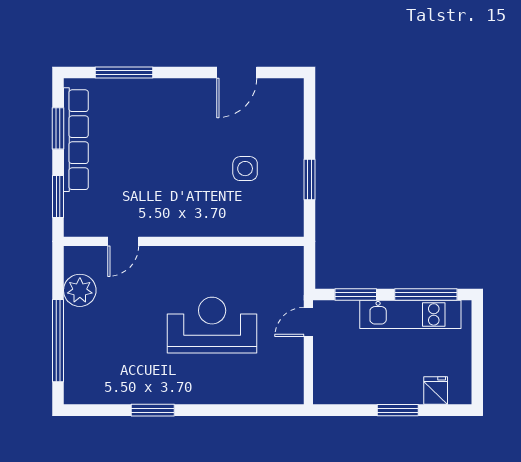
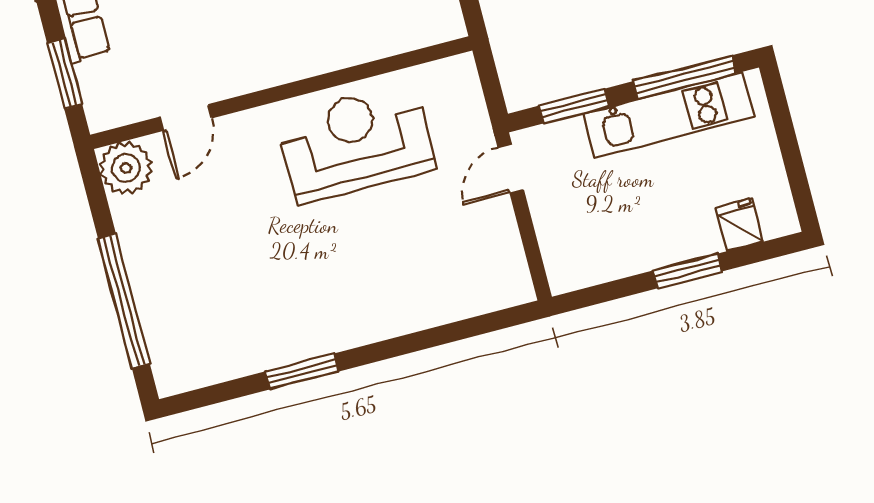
plant: (80, 290) -> (126, 168), moved
reception desk: (212, 325) -> (356, 143), moved

